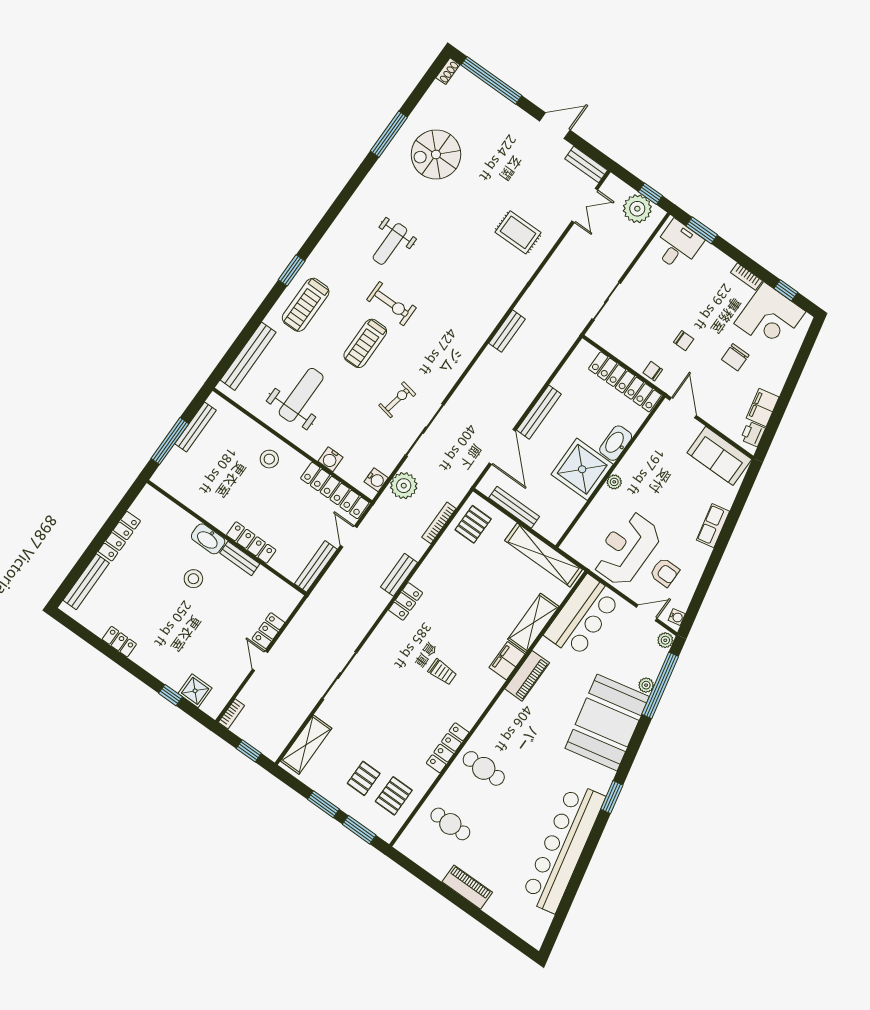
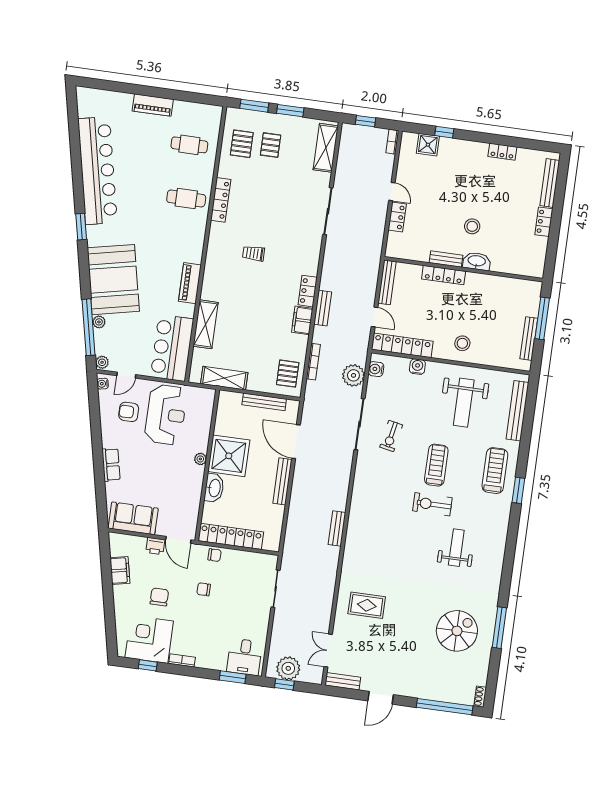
printer: (753, 434) -> (155, 546), moved, turned 102
locker: (119, 536) -> (544, 222), width x0.66
shelving: (544, 555) -> (224, 378), width x0.68
filing cabinet: (507, 661) -> (302, 320), moved, turned 180

